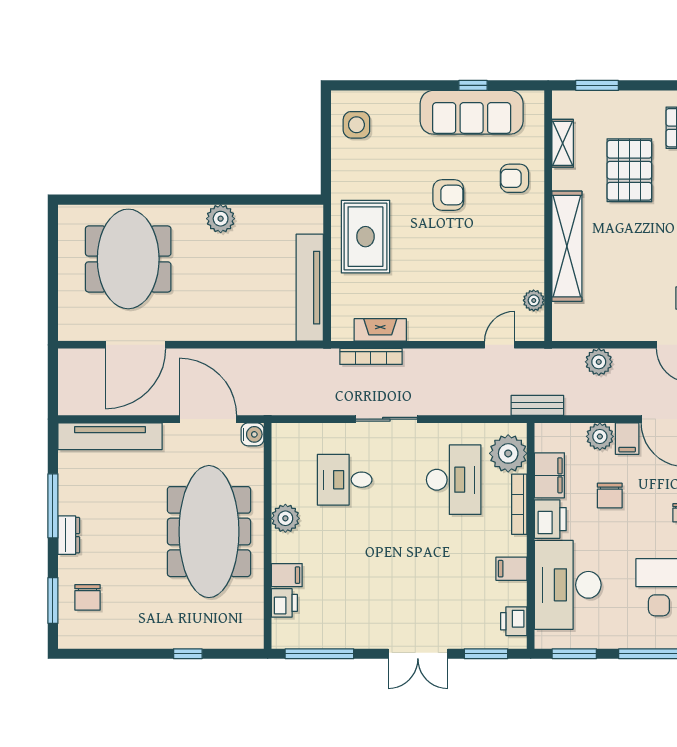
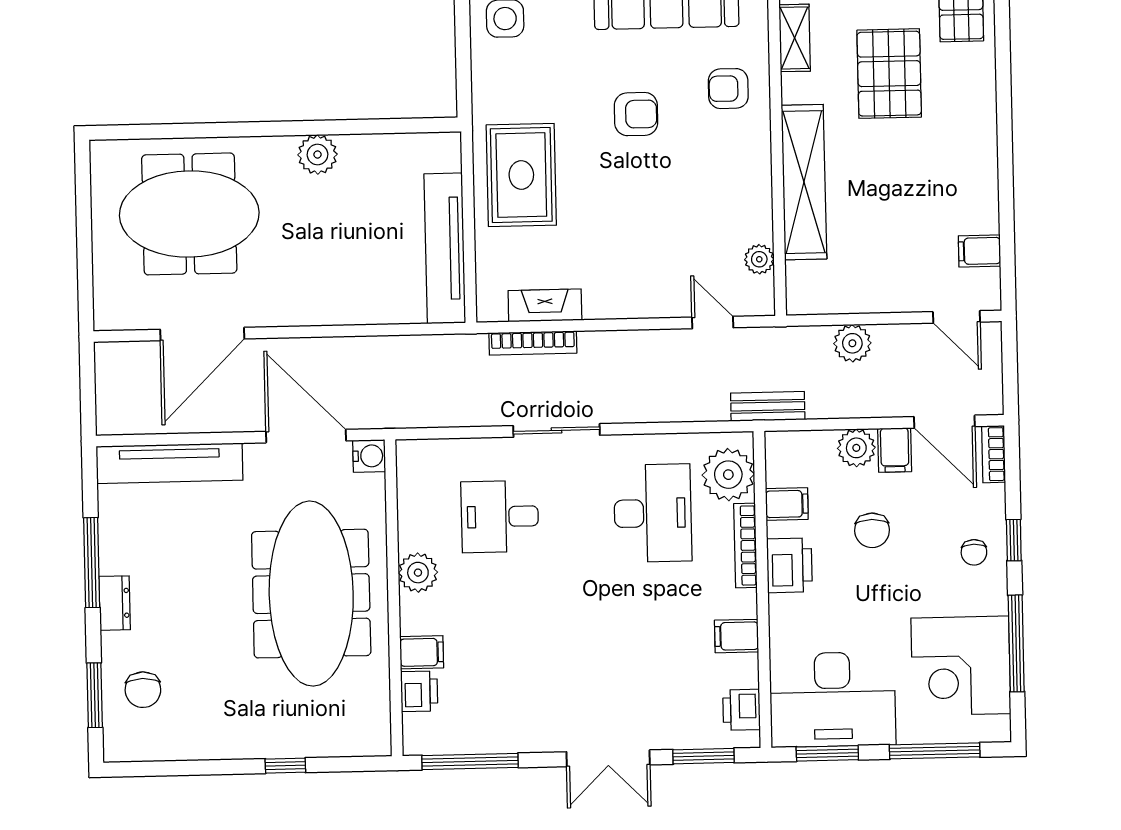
meeting table: (128, 259) -> (189, 214), turned 90
door: (499, 345) -> (713, 322), hinge flipped
filing cabinet: (549, 475) -> (787, 504), width x0.50
desk: (568, 585) -> (833, 700), moved, turned -90

